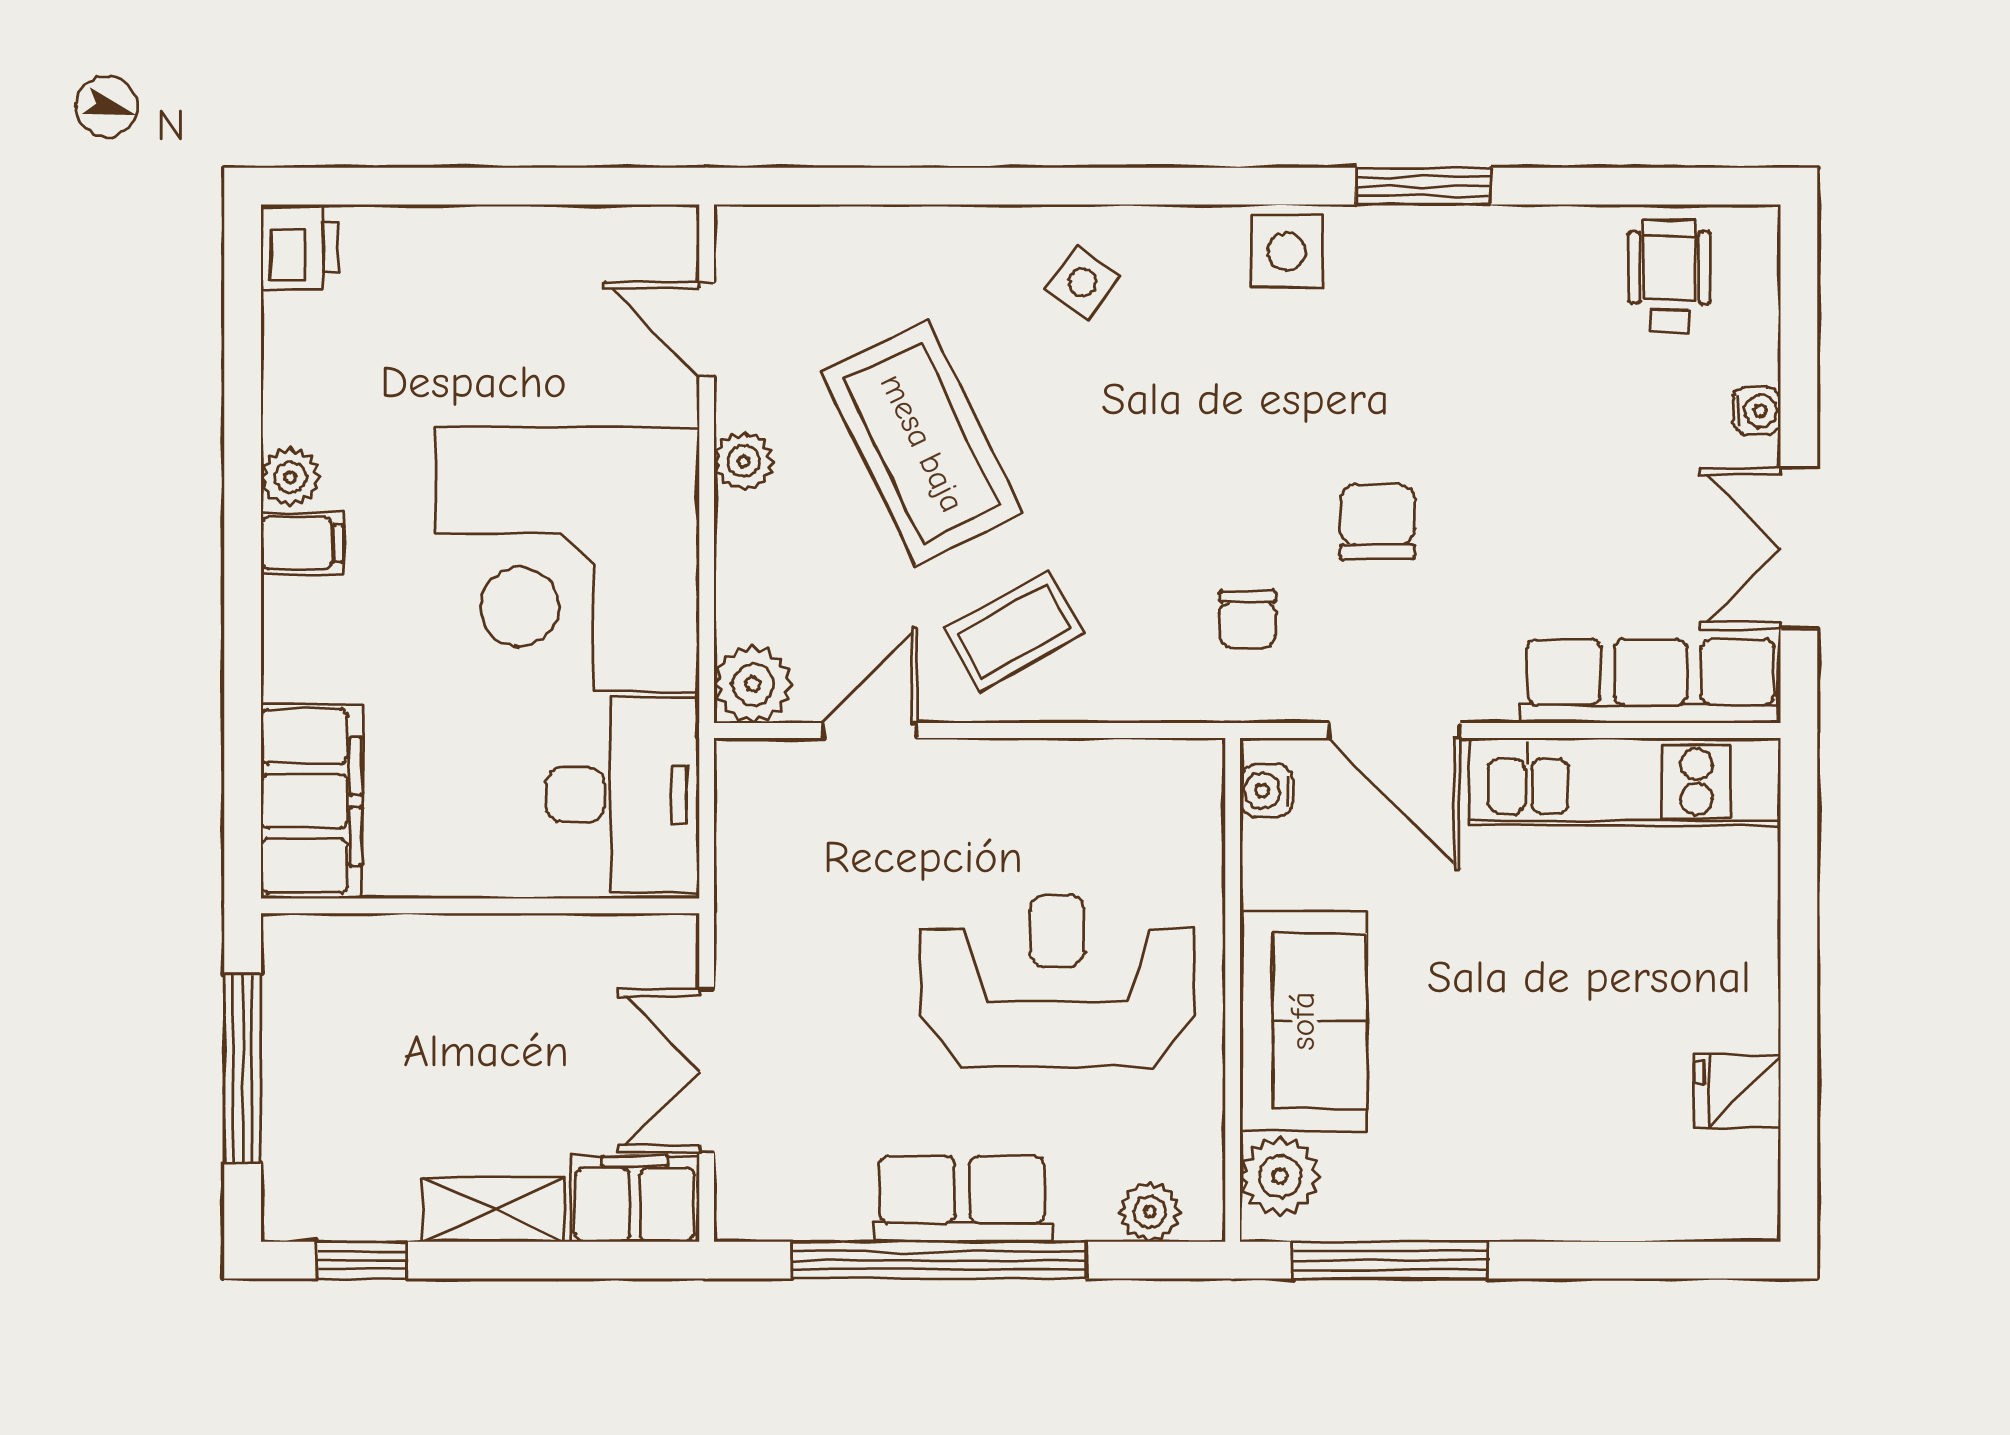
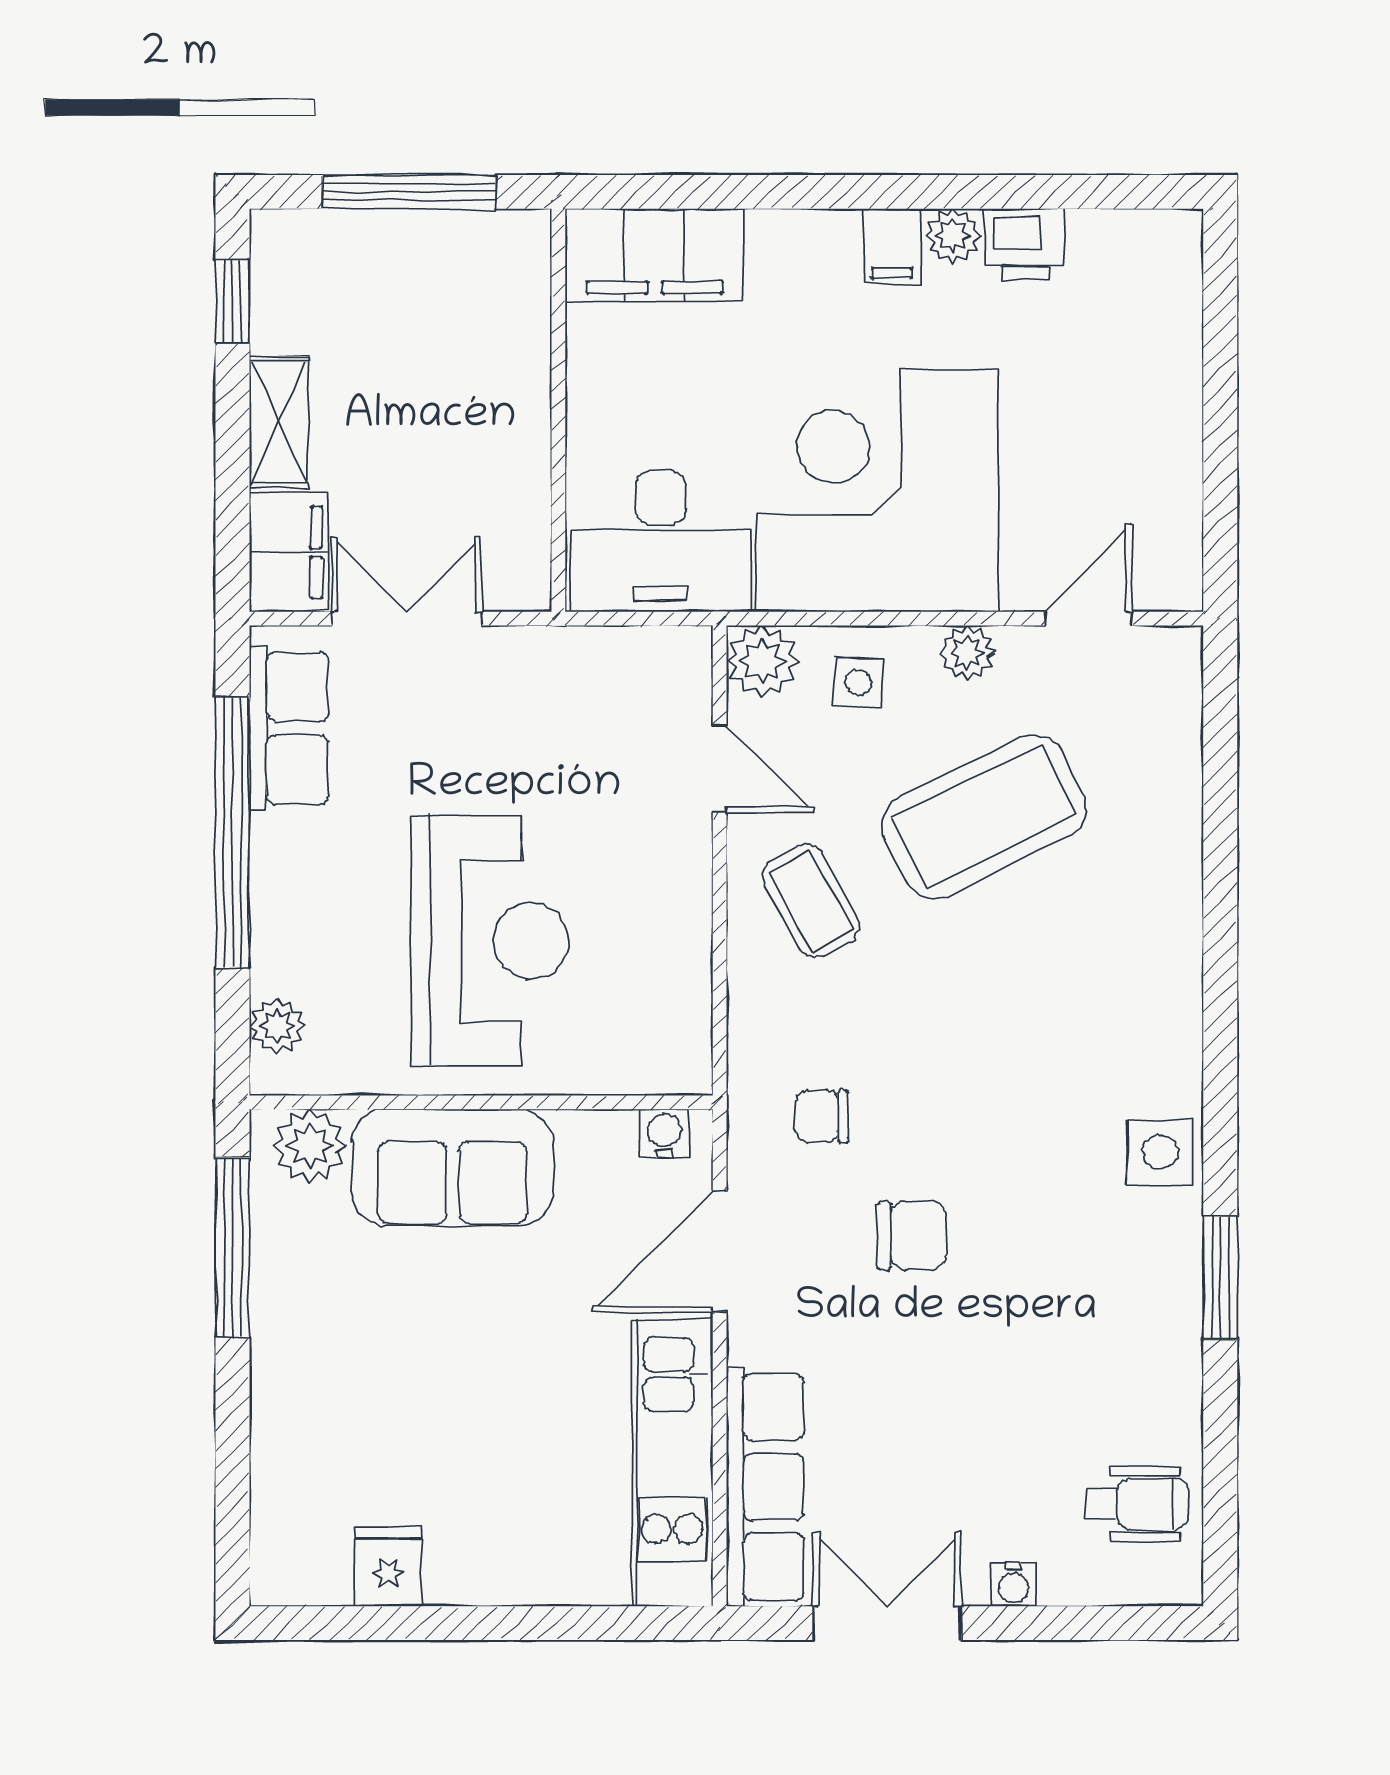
printer: (300, 247) -> (1025, 244), moved
side table: (1082, 282) -> (858, 682), moved, turned -35
row of seats: (962, 1199) -> (289, 728), moved

